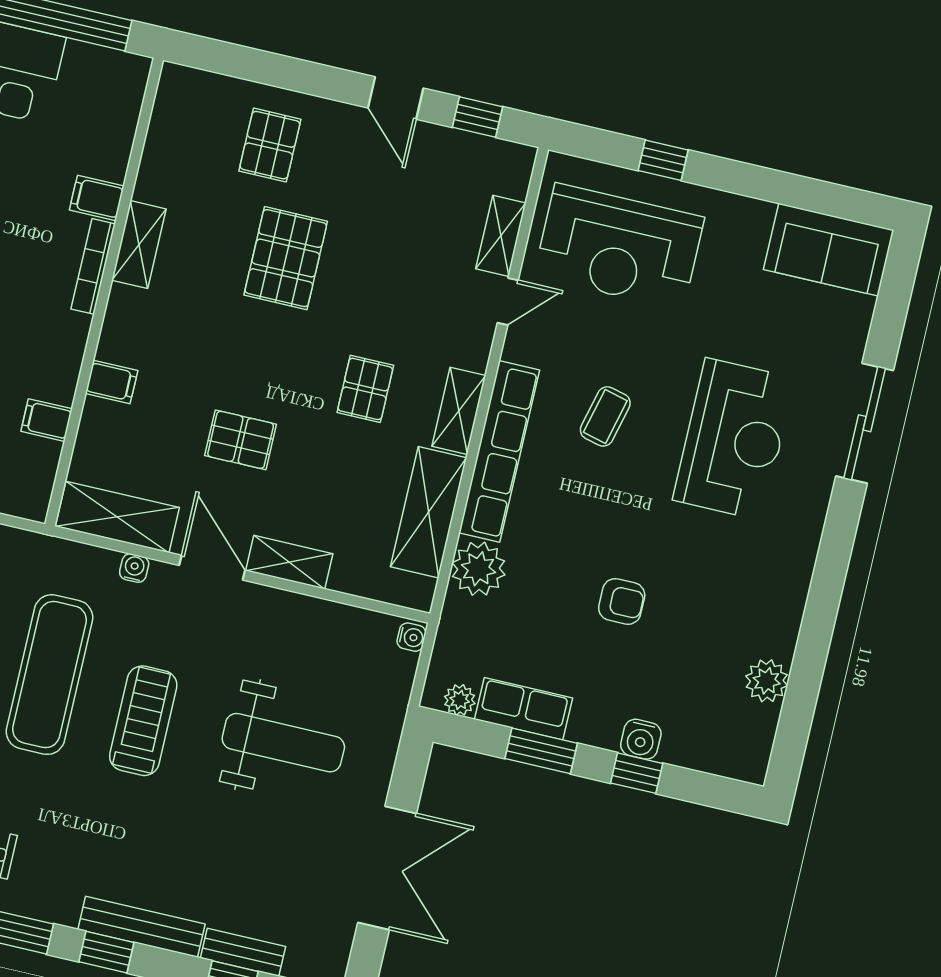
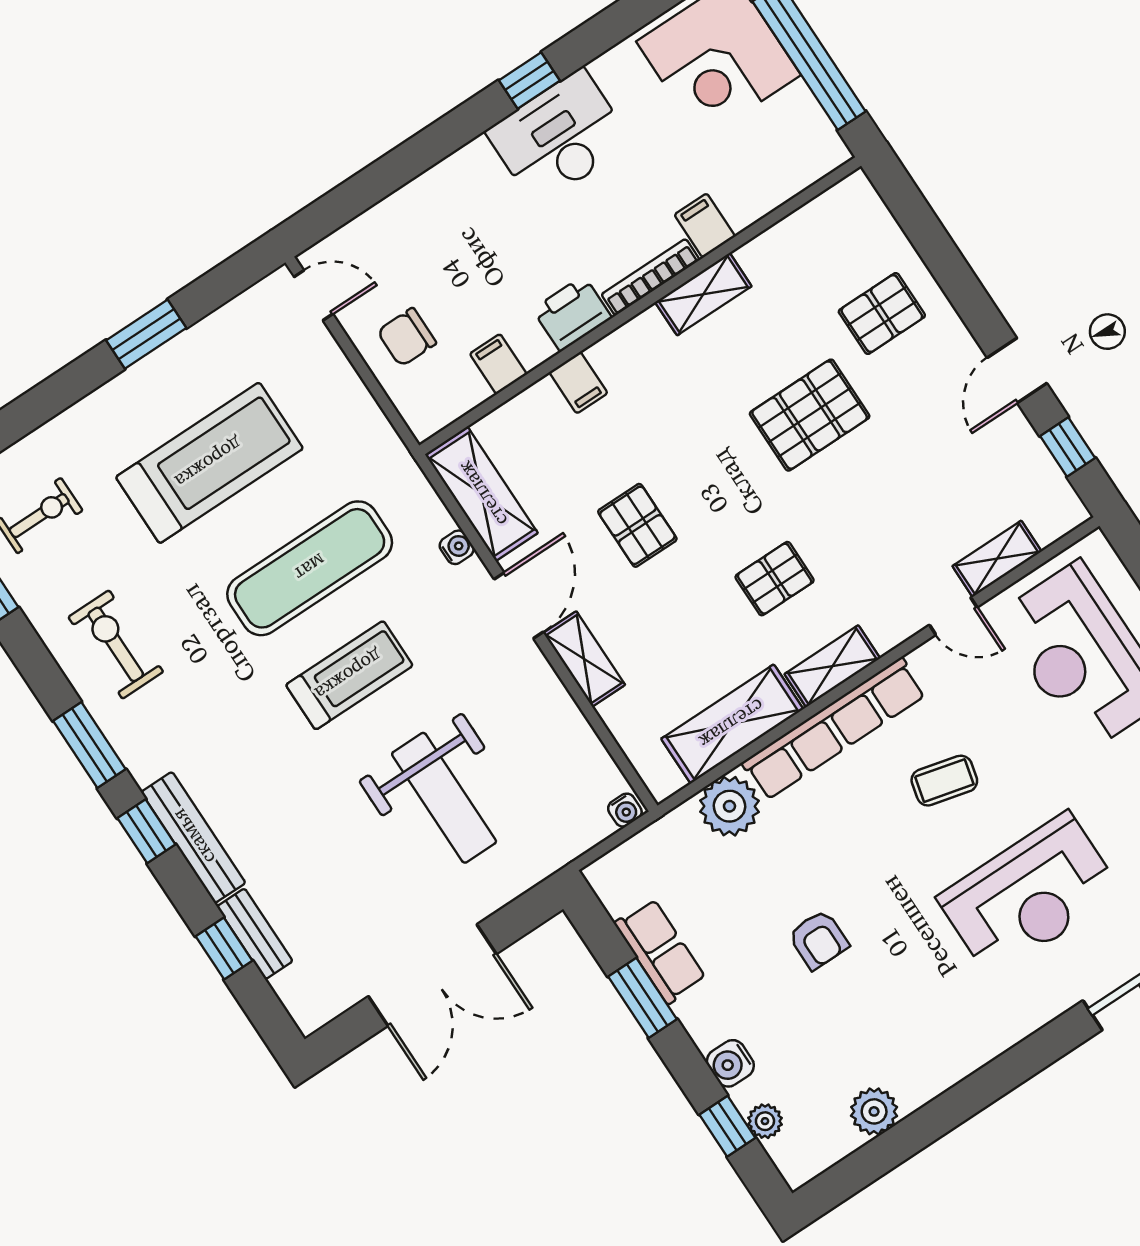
printer: (64, 340) -> (572, 314), added
plant: (460, 700) -> (765, 1121), moved
window: (637, 773) -> (727, 1126), moved

